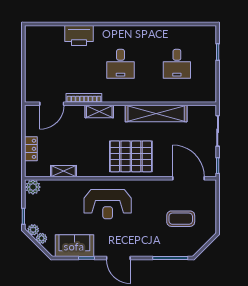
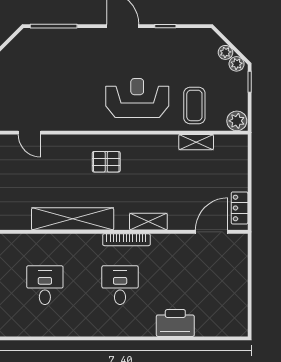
bookcase: (84, 98) -> (126, 240), moved
locker: (31, 149) -> (240, 208), moved
pallet: (131, 156) -> (106, 162), width x0.49, depth x0.50
door: (188, 178) -> (29, 133), width x0.53
coffee table: (181, 219) -> (194, 105), moved, turned 90
sofa: (74, 246) -> (182, 43), removed

